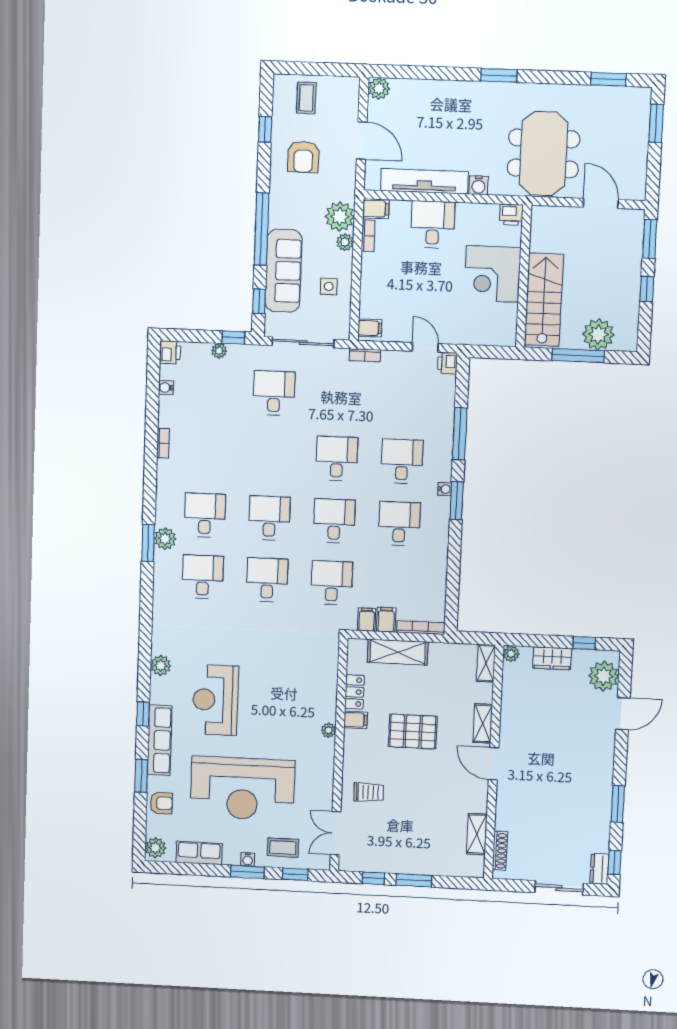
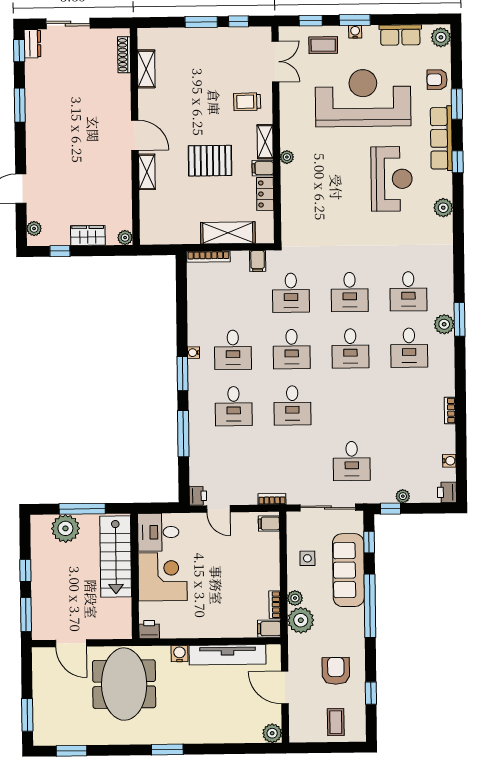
desk: (433, 224) -> (158, 532), moved, turned 90
water cooler: (445, 489) -> (194, 353), moved
filing cabinet: (386, 620) -> (240, 262), removed
shelving: (486, 663) -> (265, 142), moved
plant: (604, 676) -> (34, 228), width x0.53, depth x0.53

